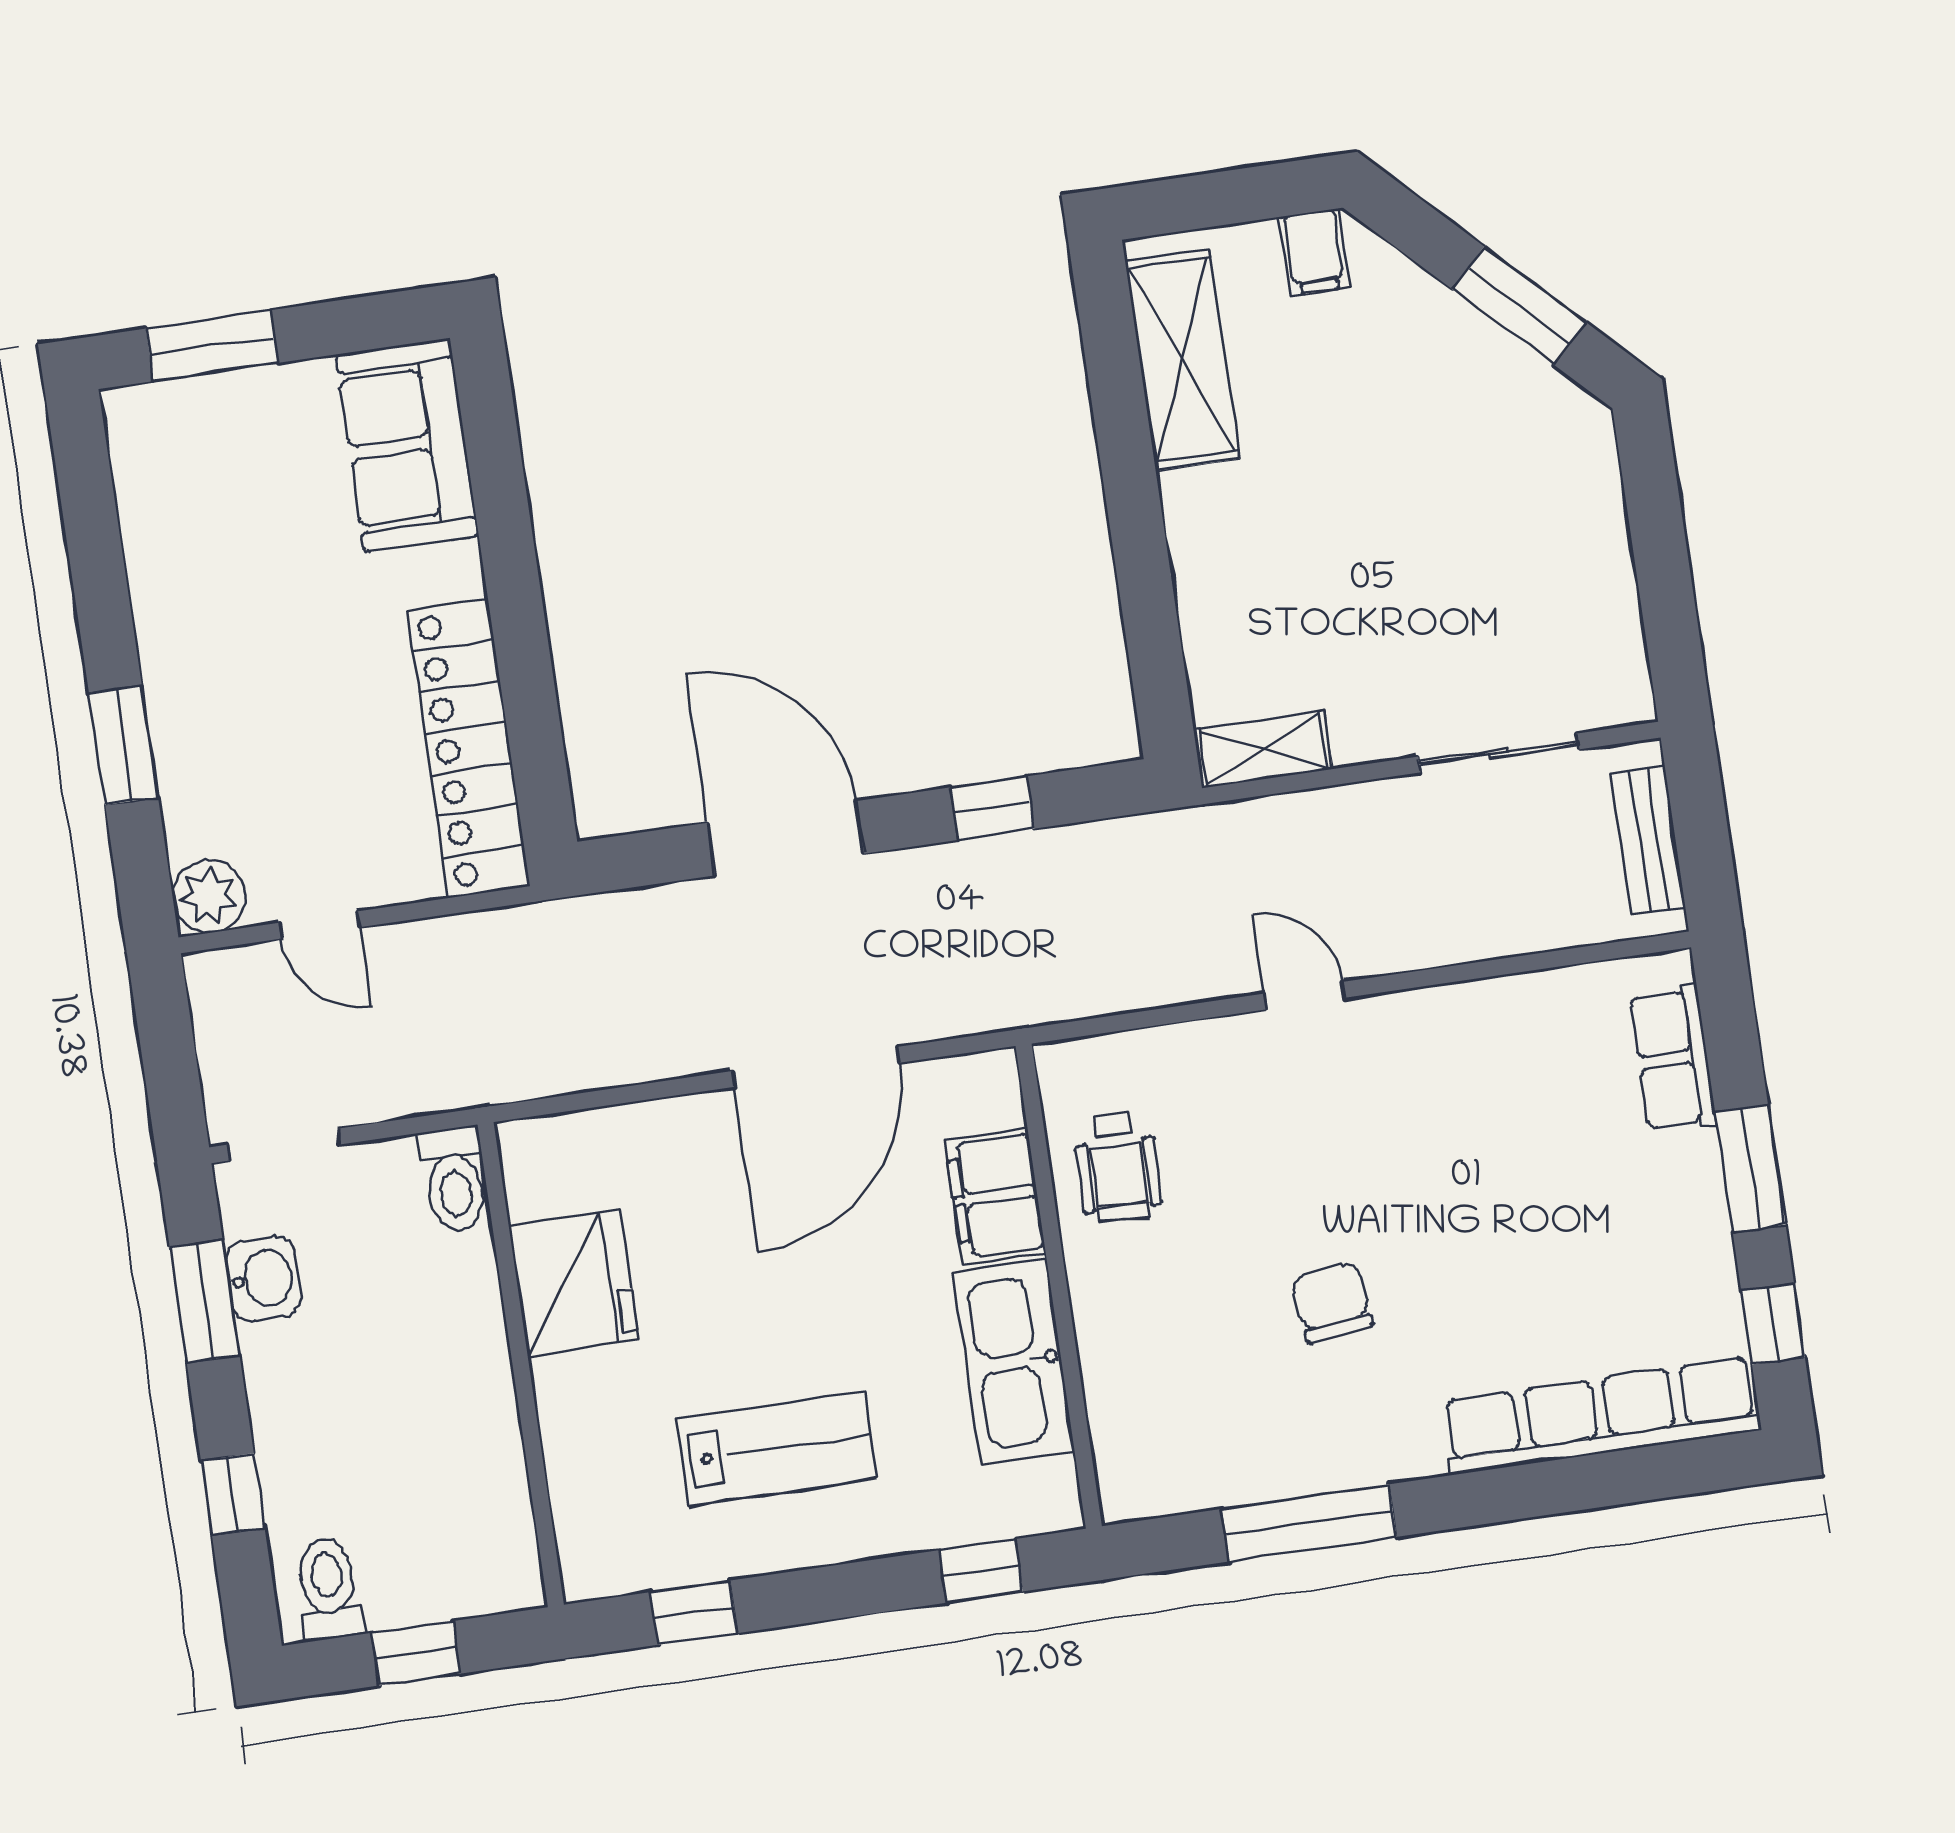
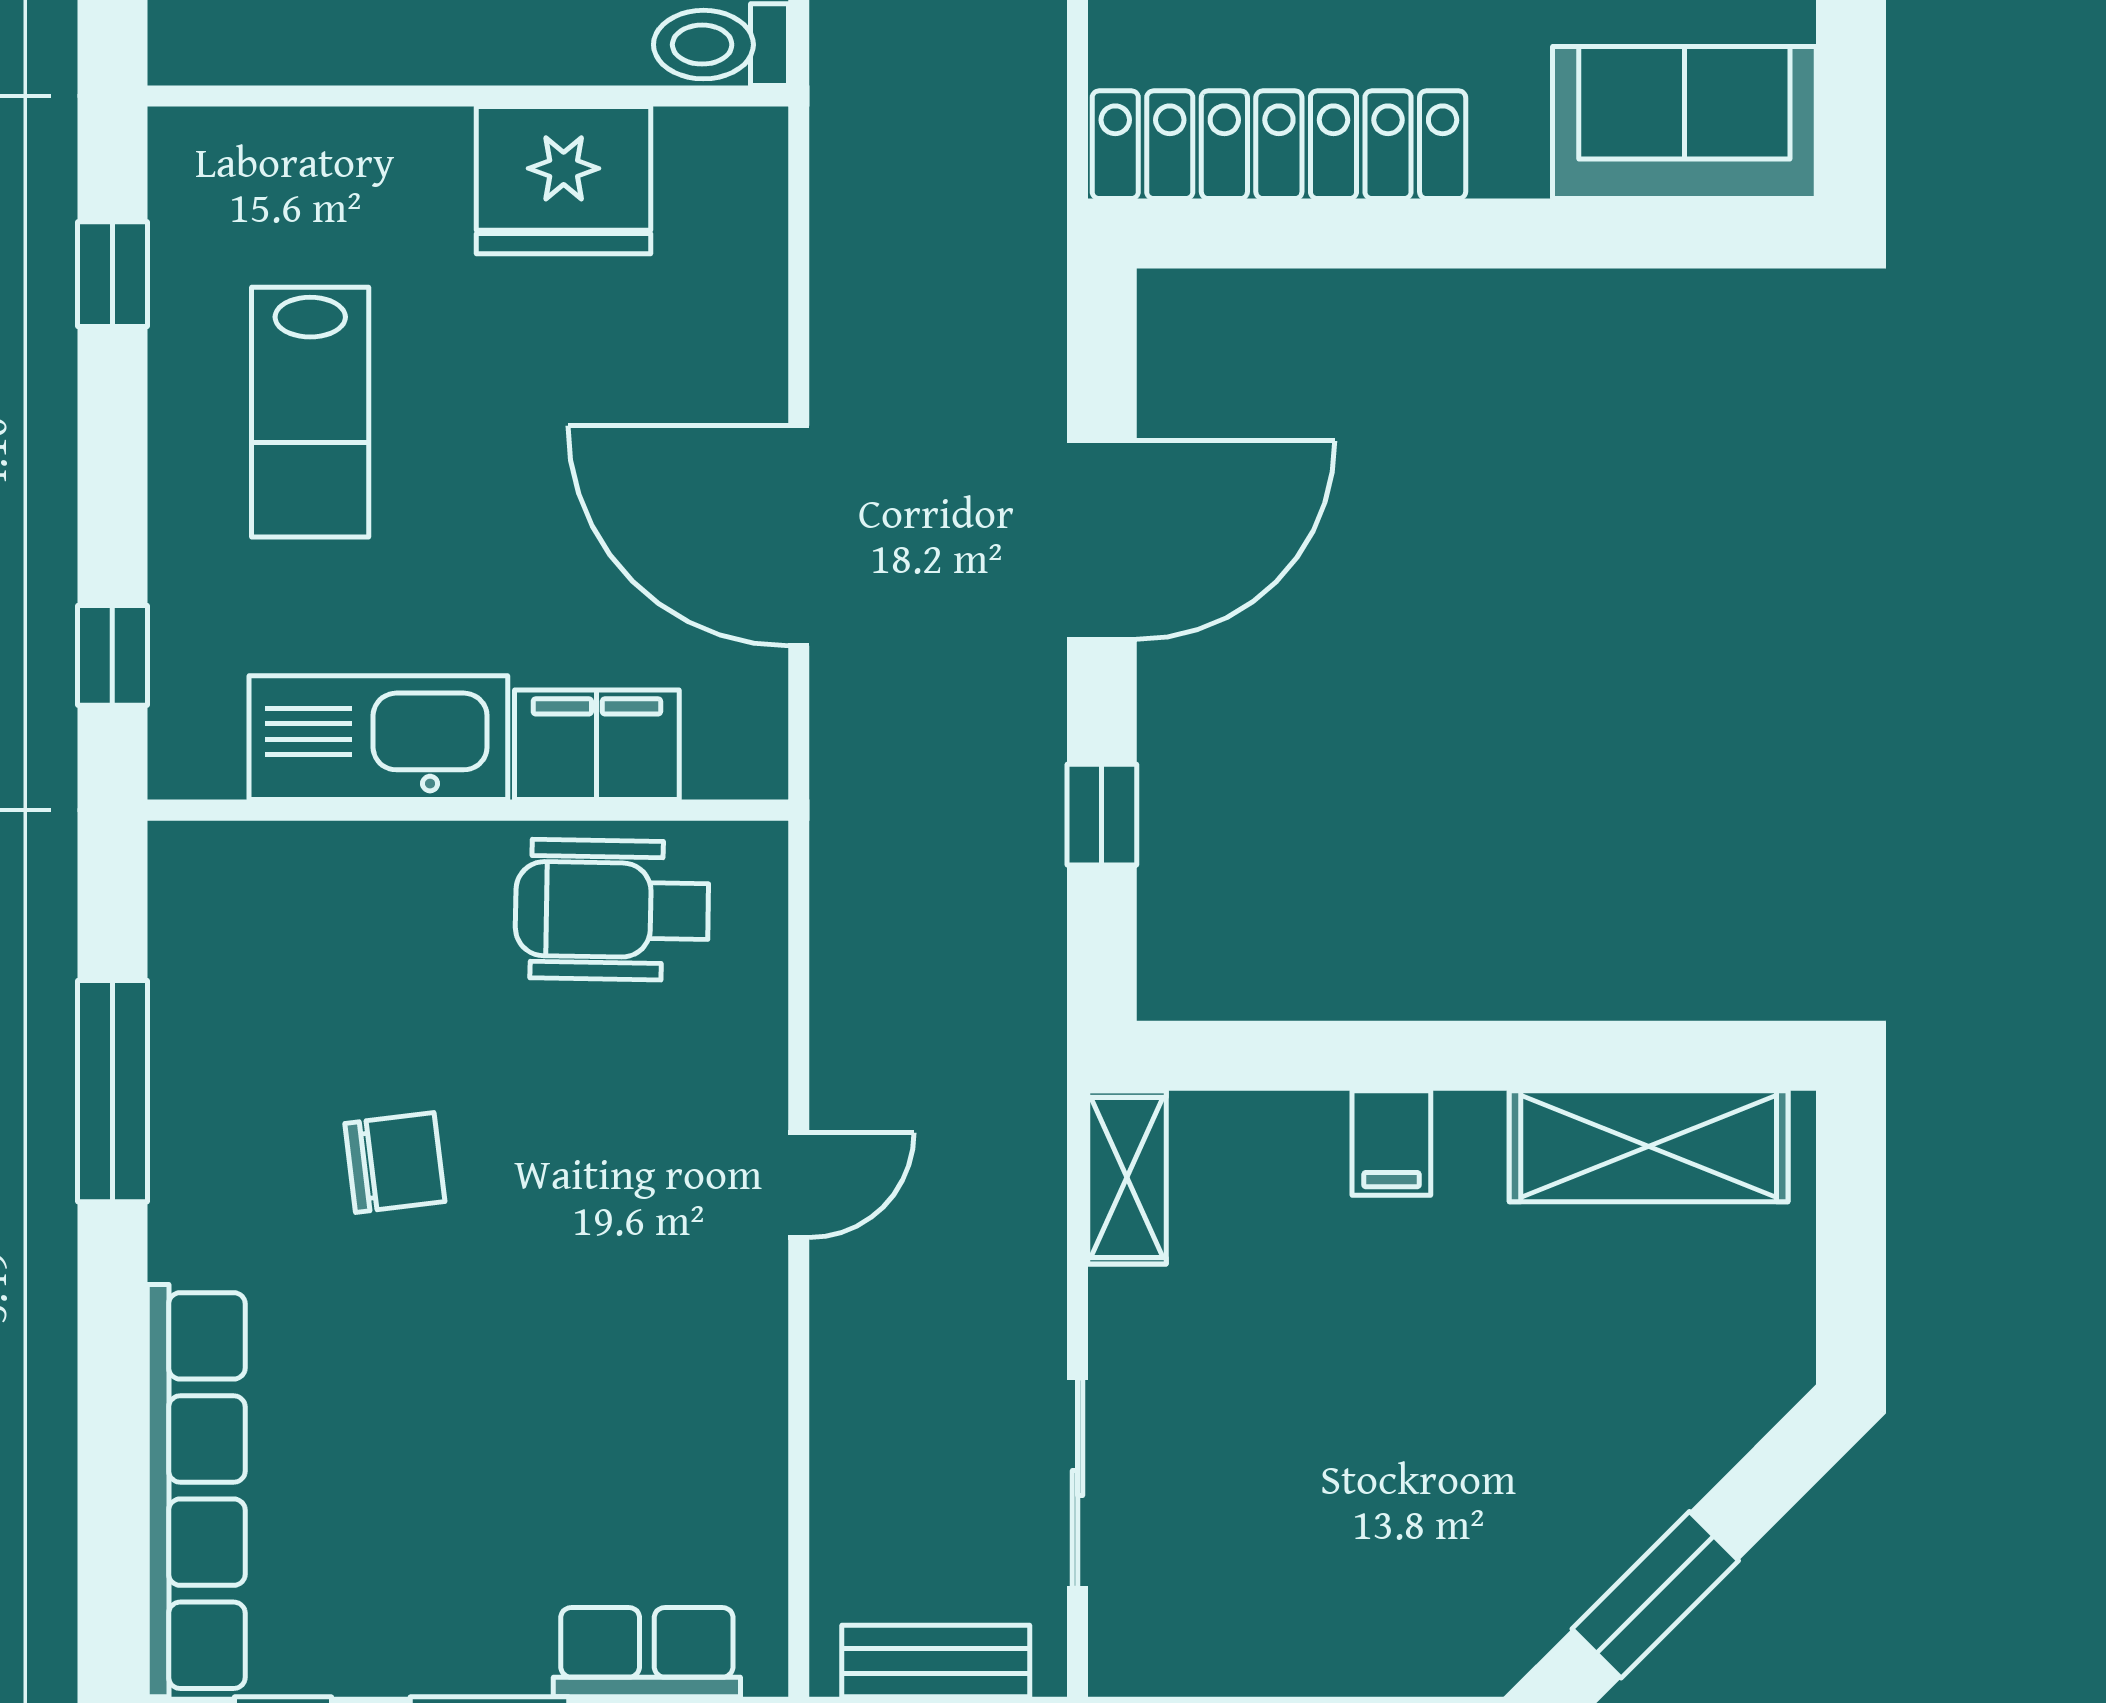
filing cabinet: (1315, 252) -> (1391, 1143), moved, turned -90
wheelchair: (1118, 1167) -> (612, 910), width x1.36, depth x1.37

